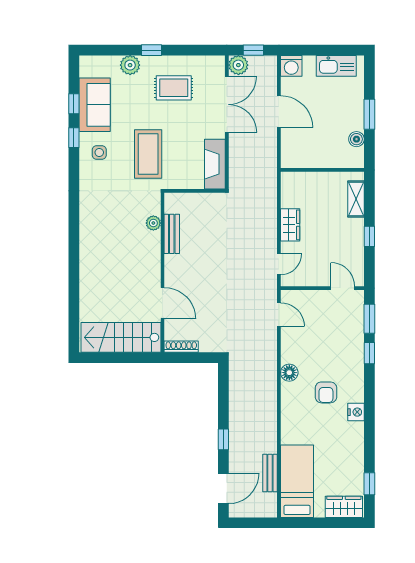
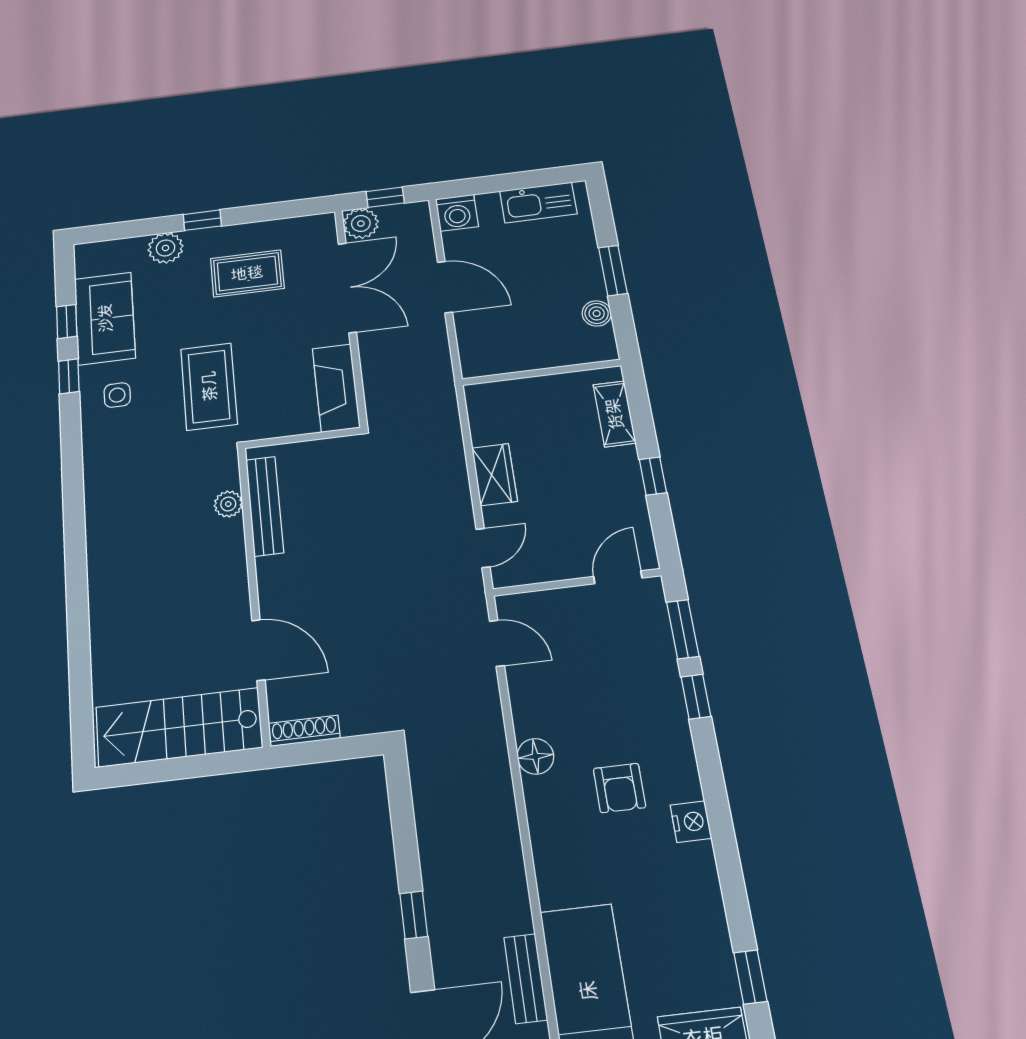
bench: (172, 234) -> (265, 506), width x1.36
door: (343, 288) -> (618, 577), hinge flipped

